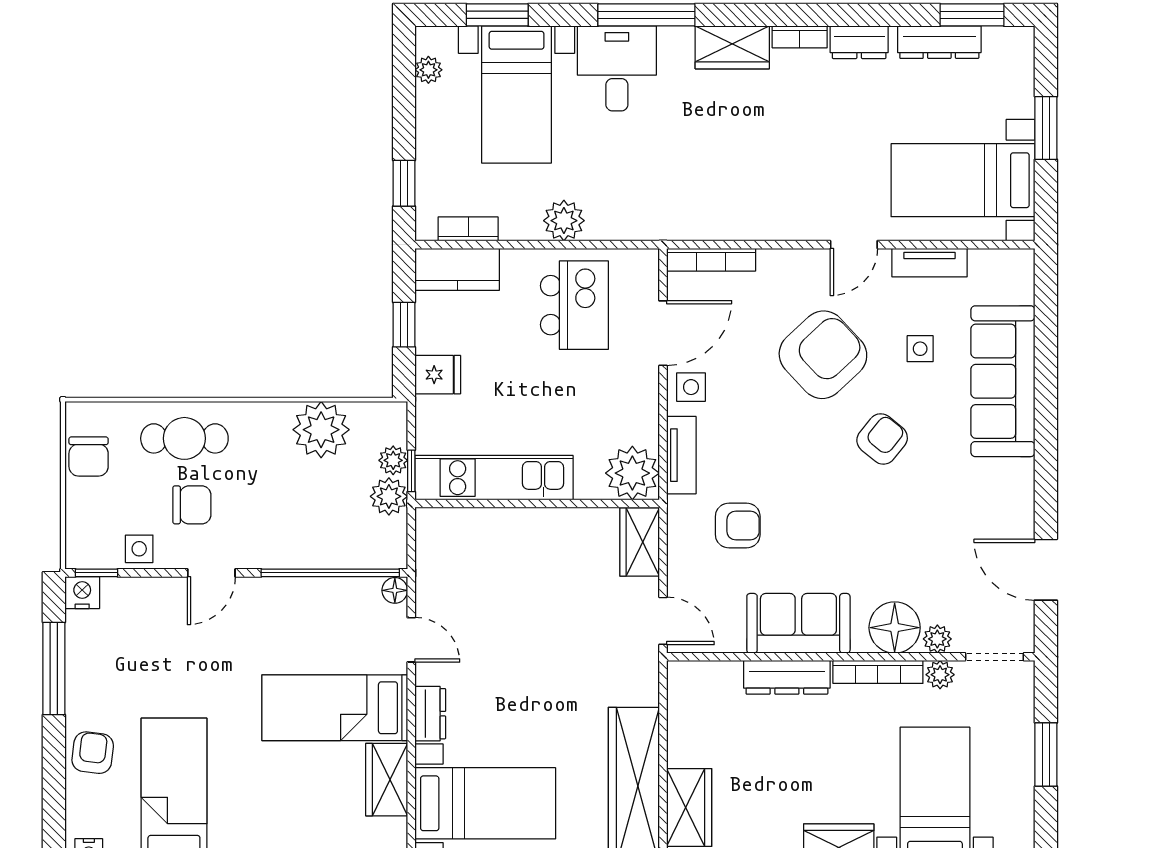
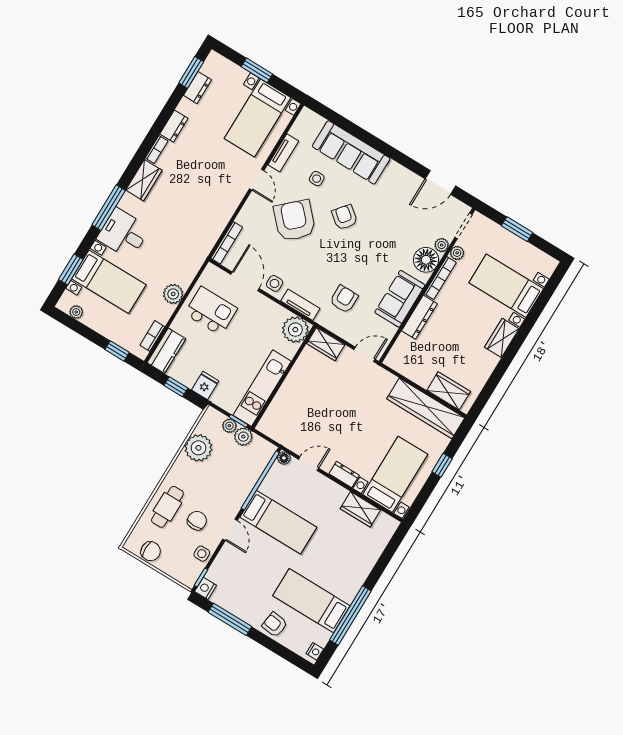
dresser: (939, 42) -> (197, 88), width x0.70
bed: (335, 708) -> (278, 522), moved, turned -90

